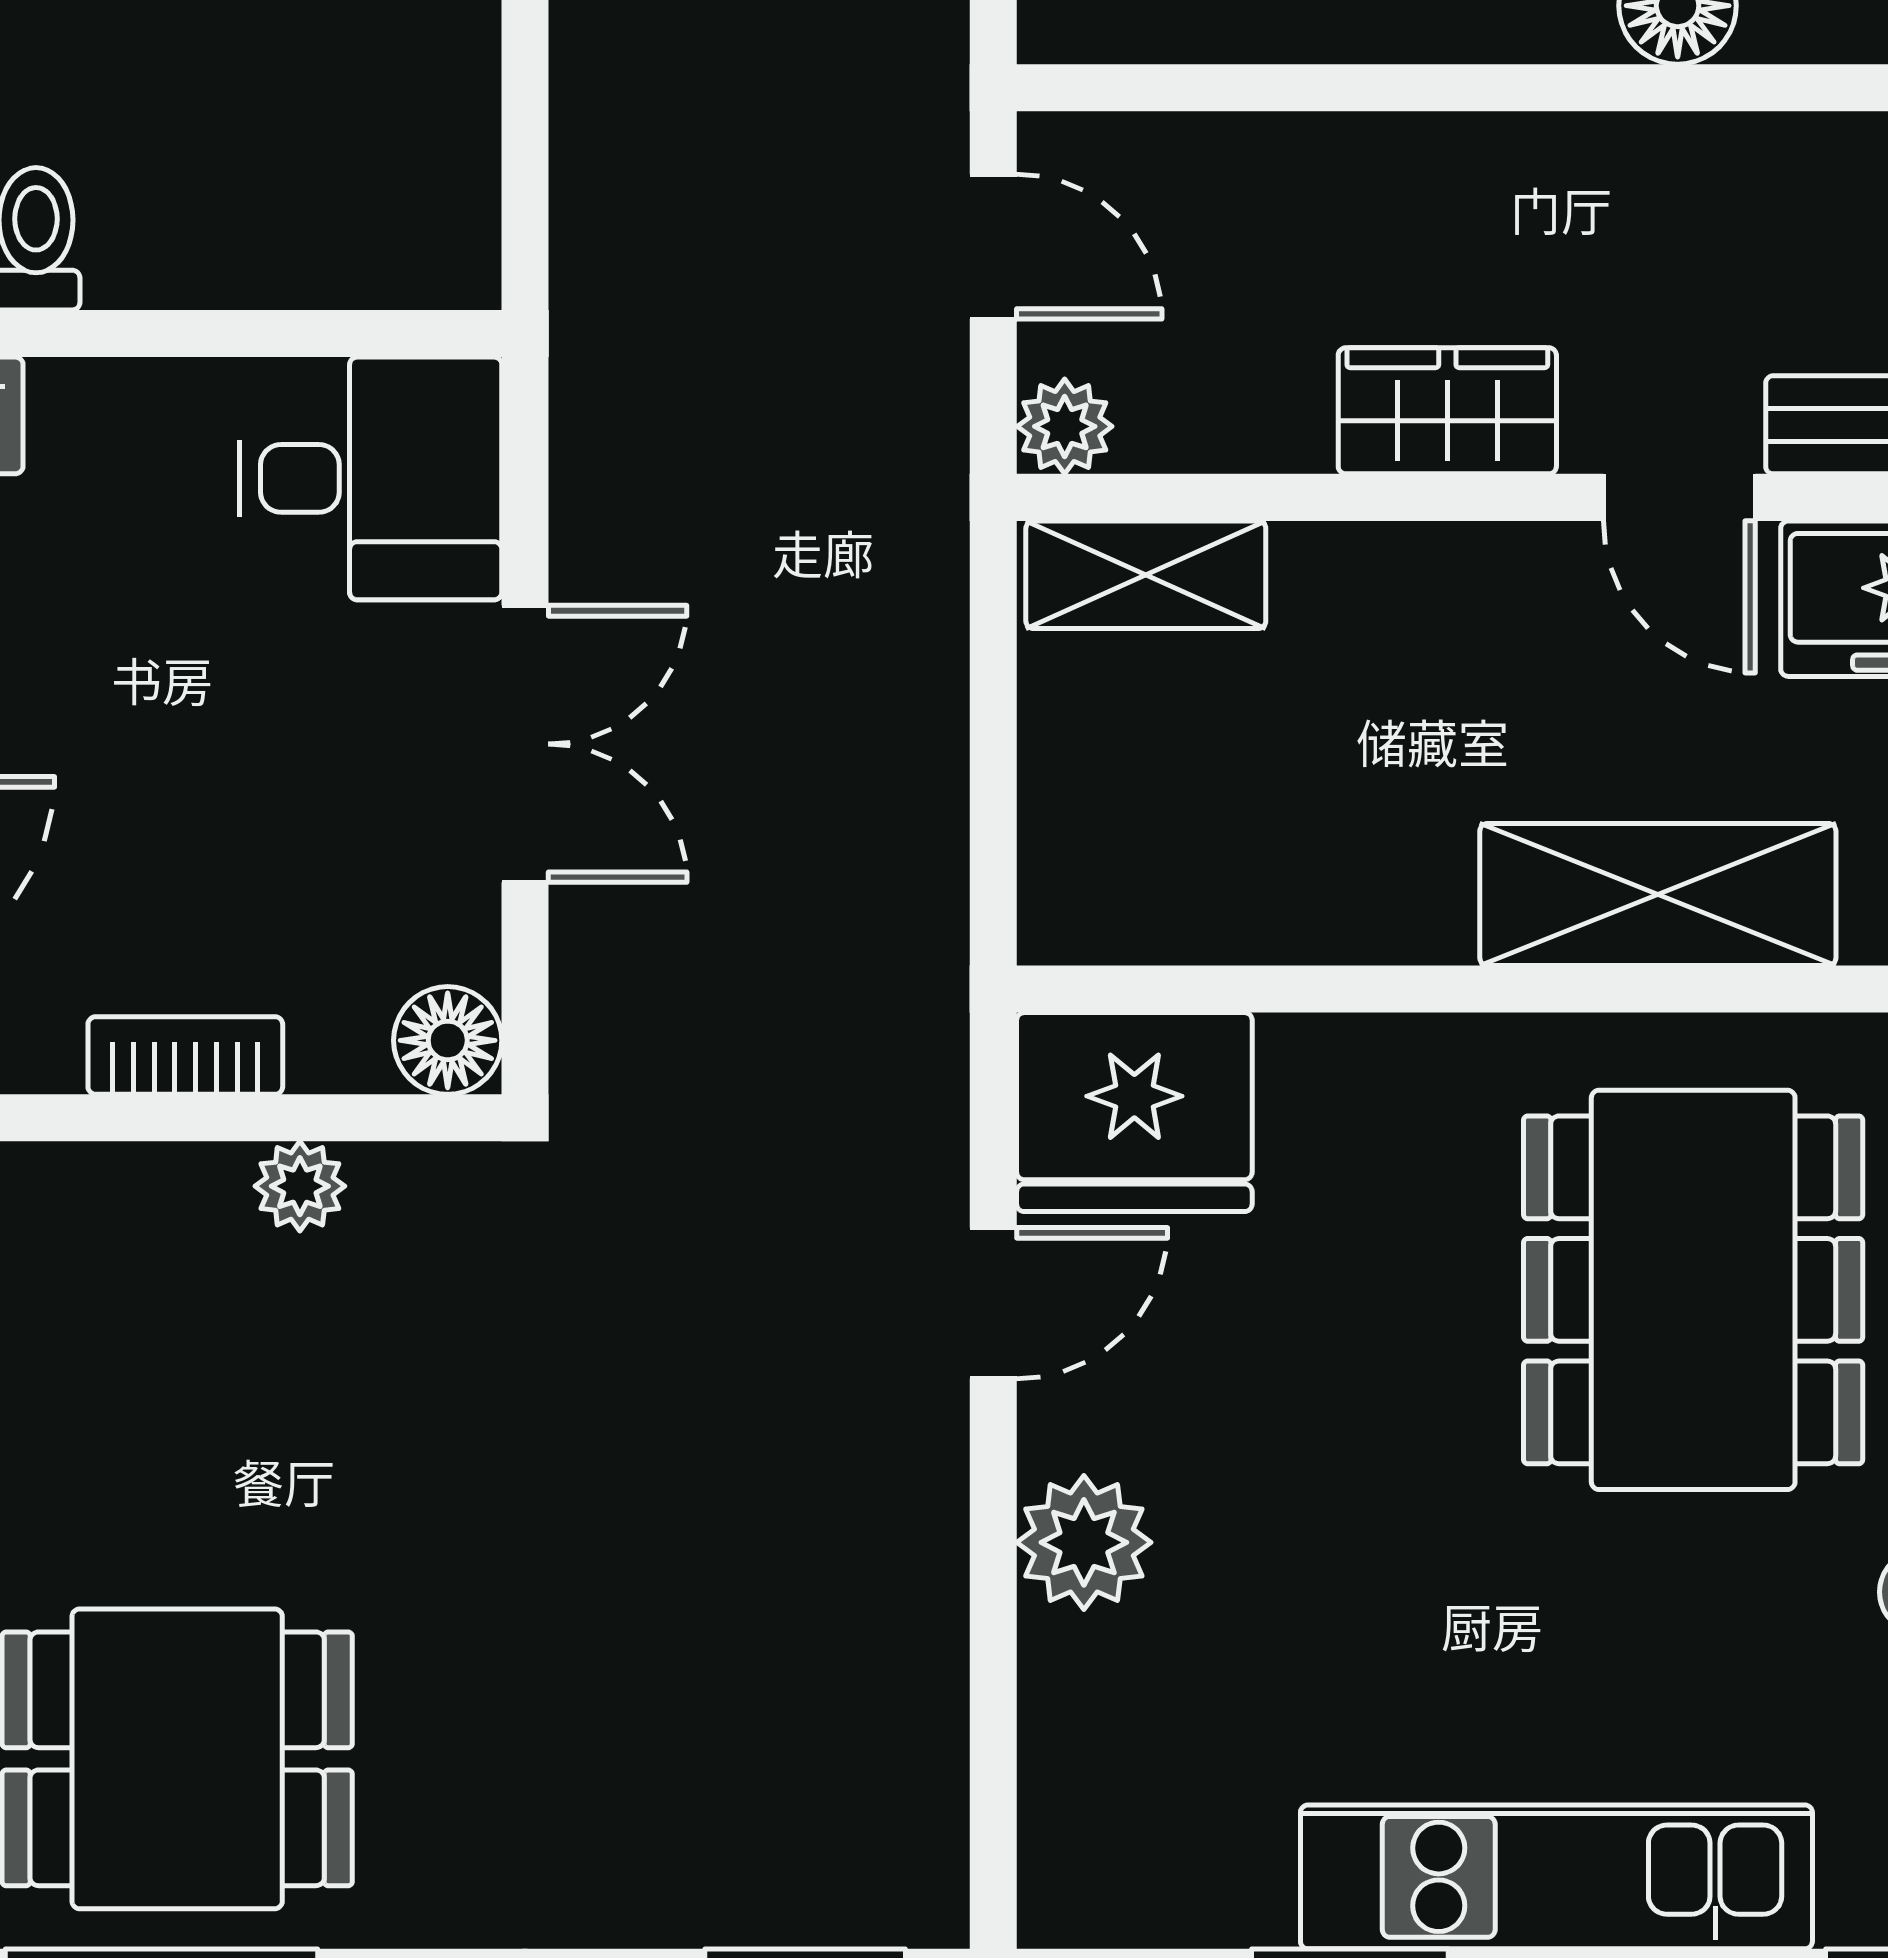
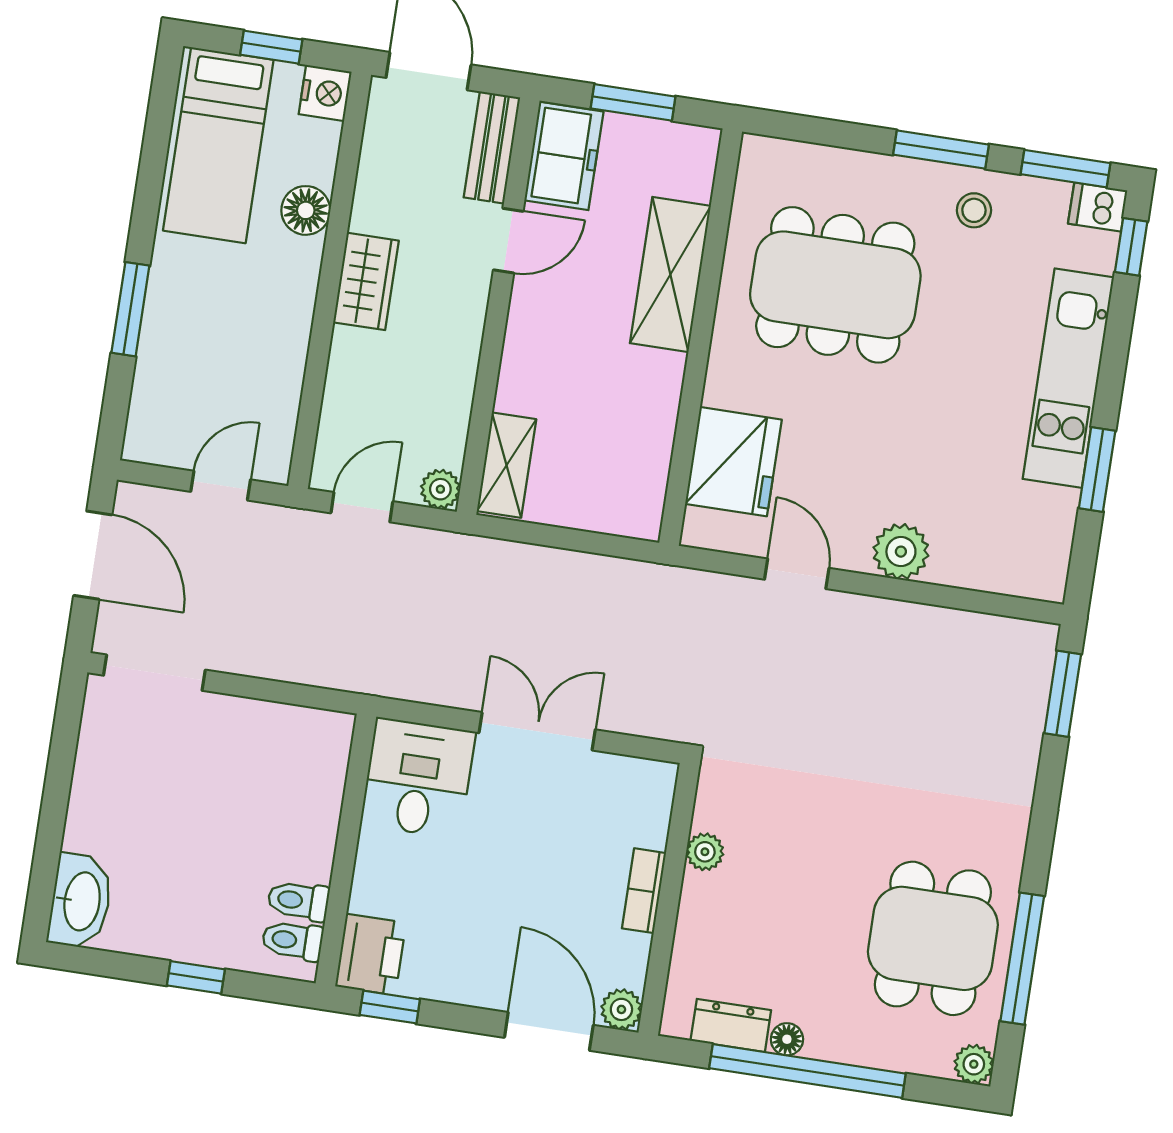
wardrobe: (1447, 411) -> (366, 281), moved, turned 180
floor lamp: (448, 1040) -> (654, 782), removed
fridge: (1134, 1112) -> (733, 462), moved

